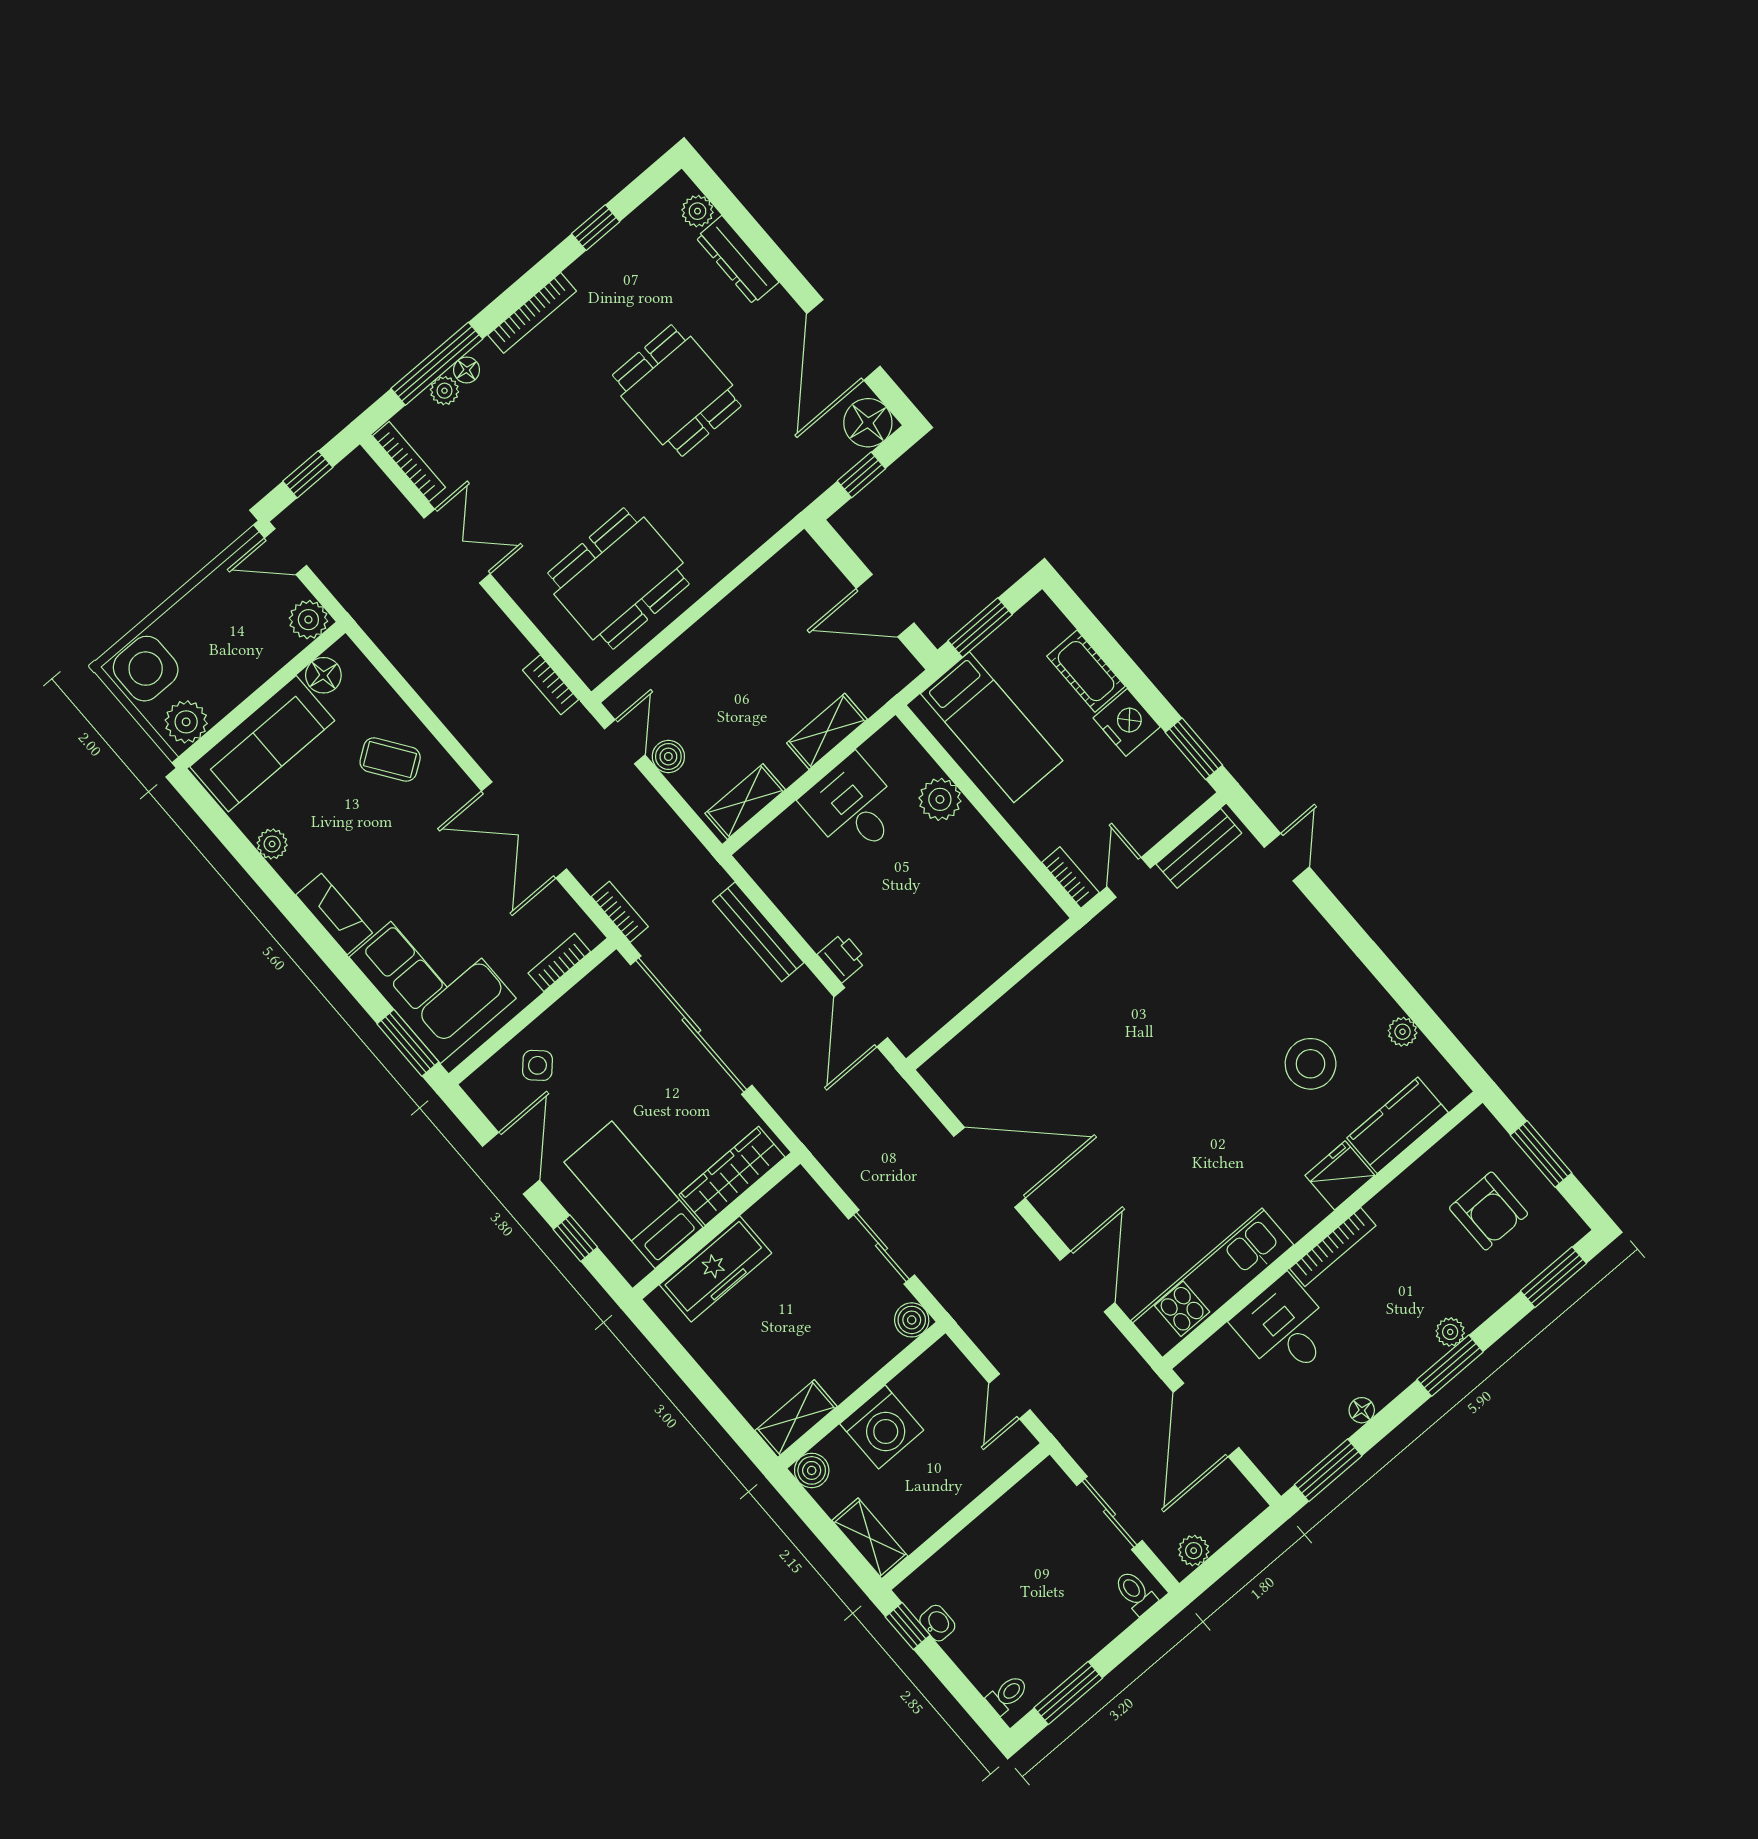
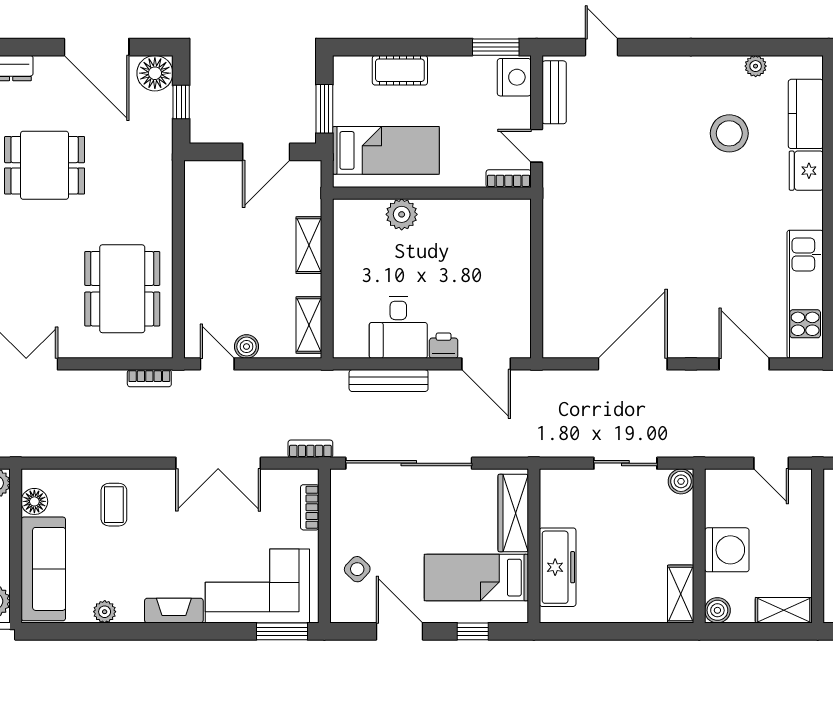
nightstand: (1127, 722) -> (514, 77), moved, turned 90
coffee table: (390, 760) -> (114, 505), turned -55
desk: (853, 807) -> (398, 327), moved, turned -90

